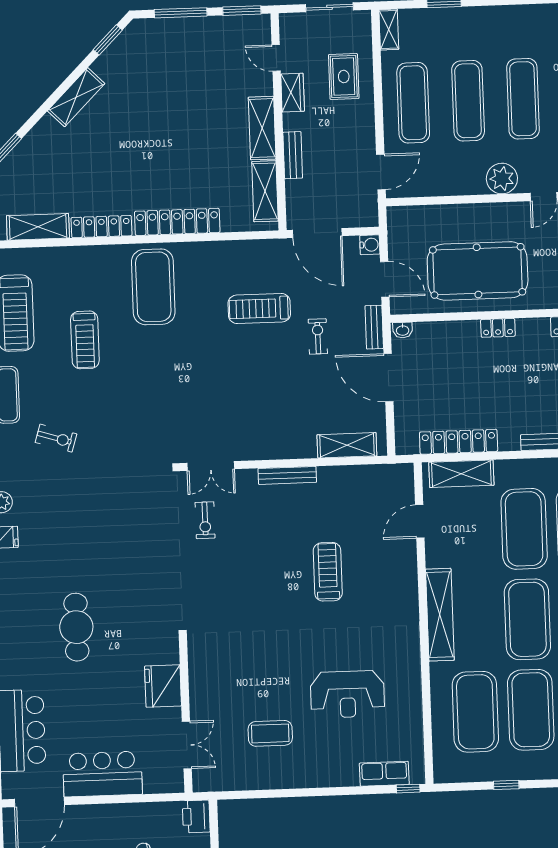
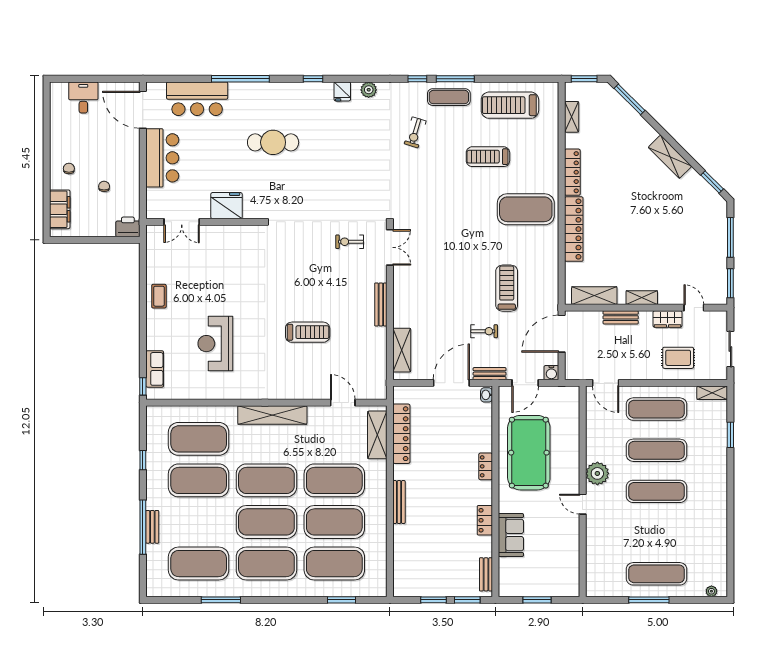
door: (276, 58) -> (694, 308), hinge flipped
shelving: (262, 128) -> (642, 298), width x0.67, depth x0.75
shelving: (38, 227) -> (572, 117), width x0.67, depth x0.75
double door: (211, 466) -> (390, 247), swing flipped
coffee table: (270, 733) -> (159, 296), moved, width x0.73, depth x0.77

